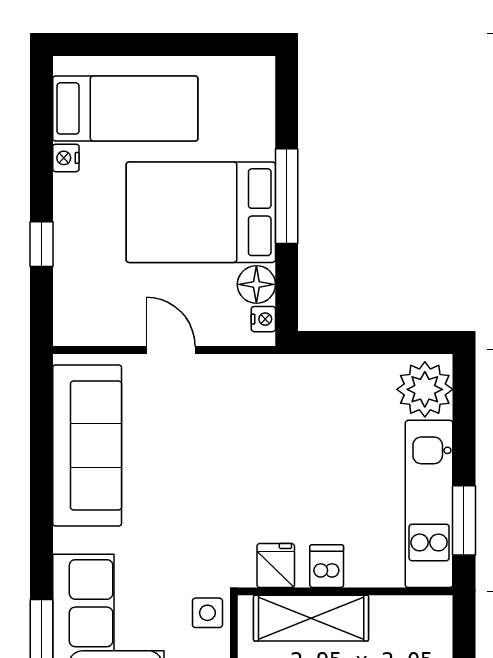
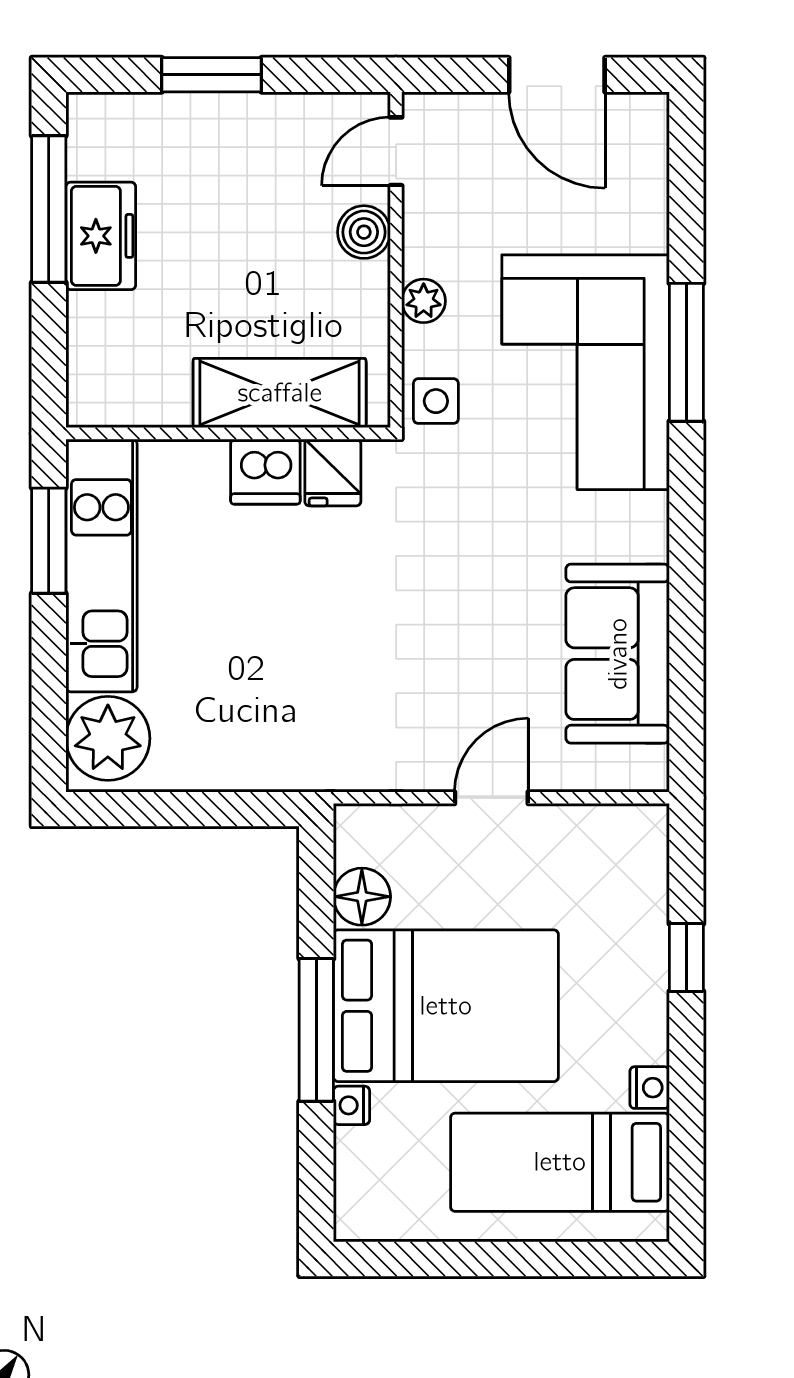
nightstand: (263, 319) -> (351, 1105), moved
door: (171, 350) -> (491, 798), swing flipped
sofa: (87, 446) -> (618, 654), width x0.73
dishwasher: (327, 566) -> (265, 472), width x1.38

